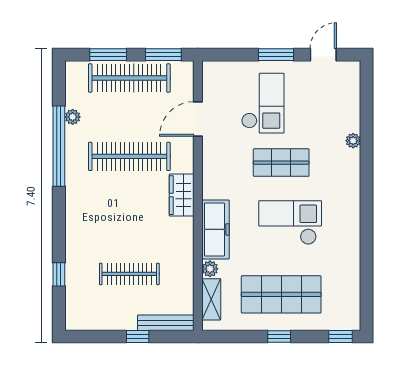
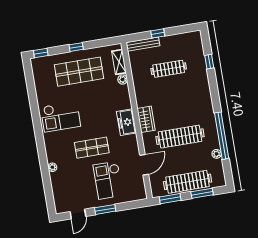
checkout: (290, 223) -> (61, 117), moved
freezer: (216, 229) -> (126, 122), moved, width x0.71

